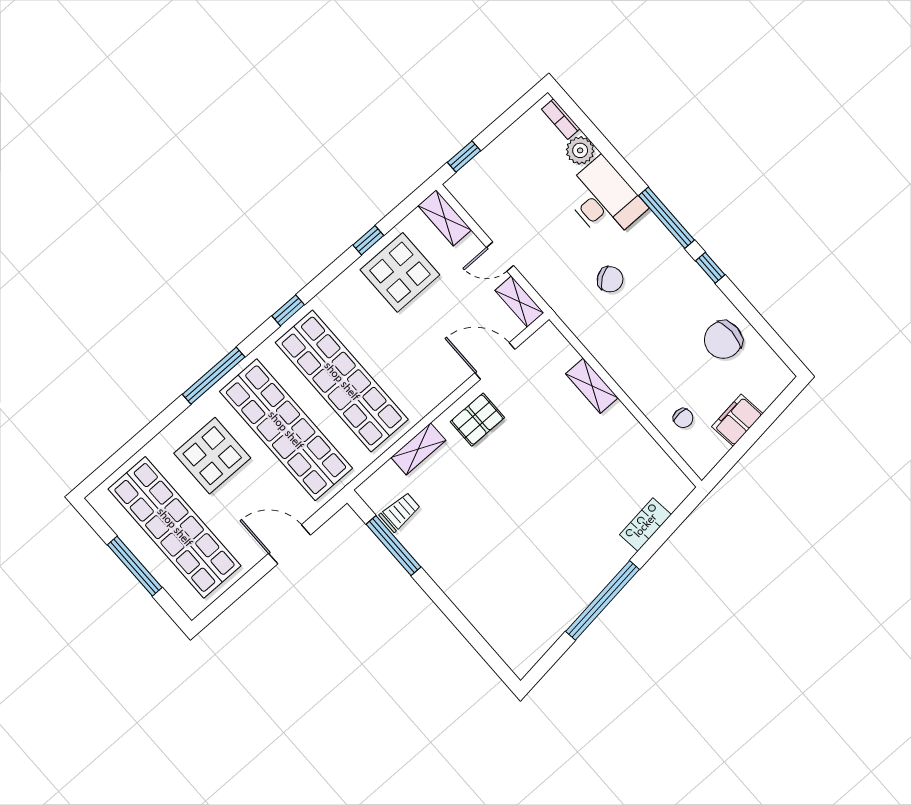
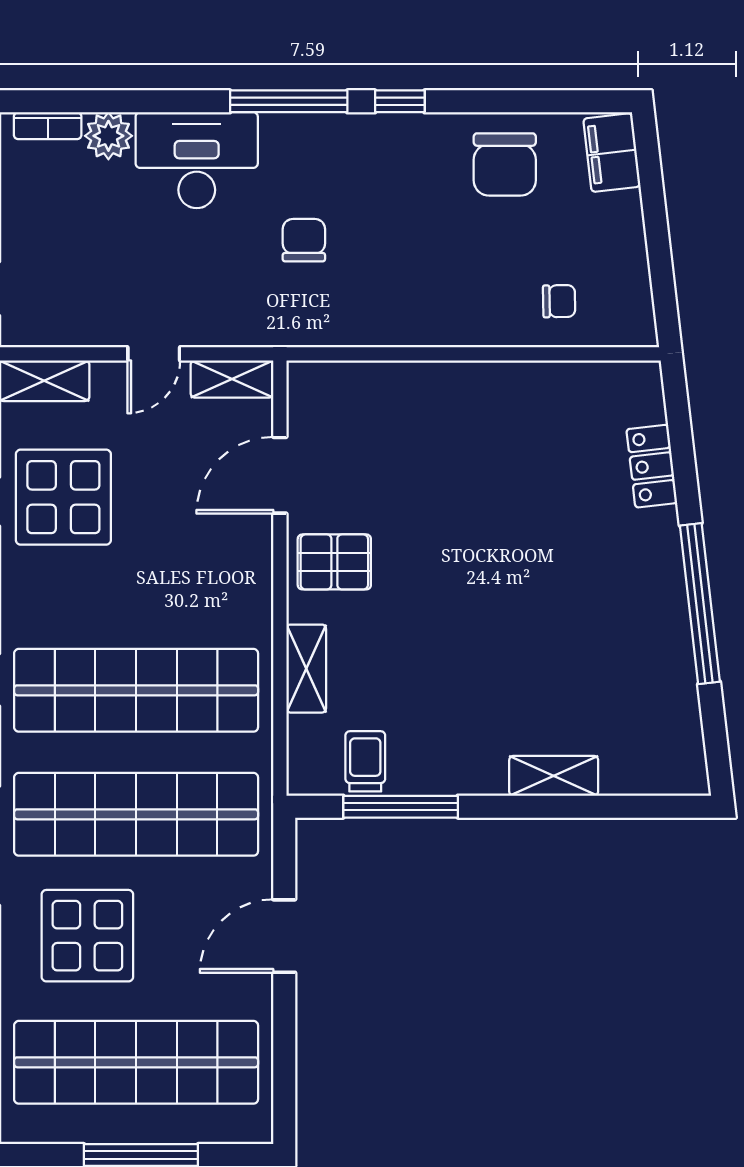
chair: (610, 279) -> (304, 240), turned -56
shelving: (592, 386) -> (554, 776), moved
pallet: (477, 420) -> (334, 562), turned 90
filing cabinet: (737, 420) -> (612, 153), moved

